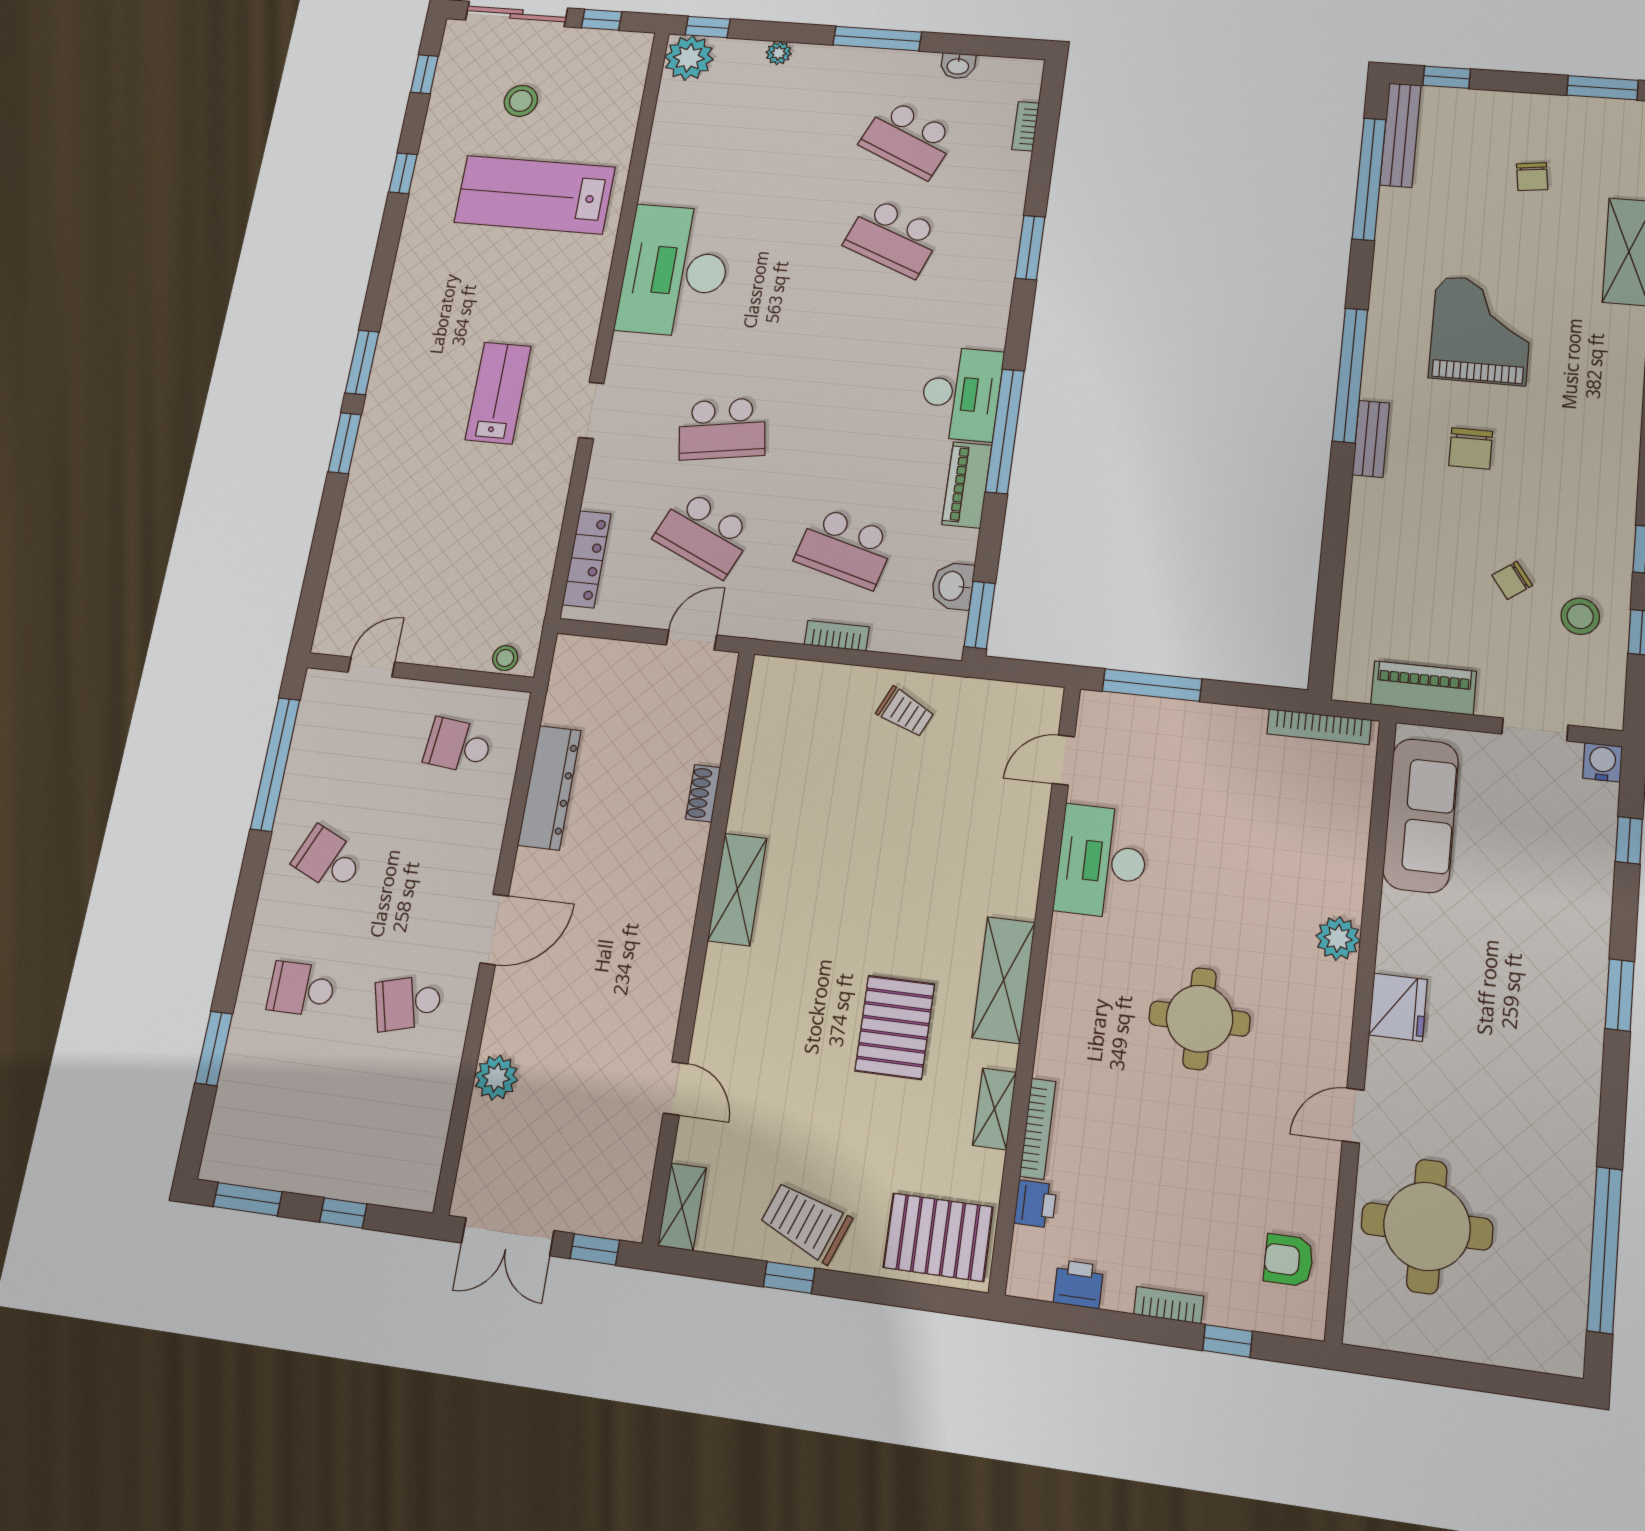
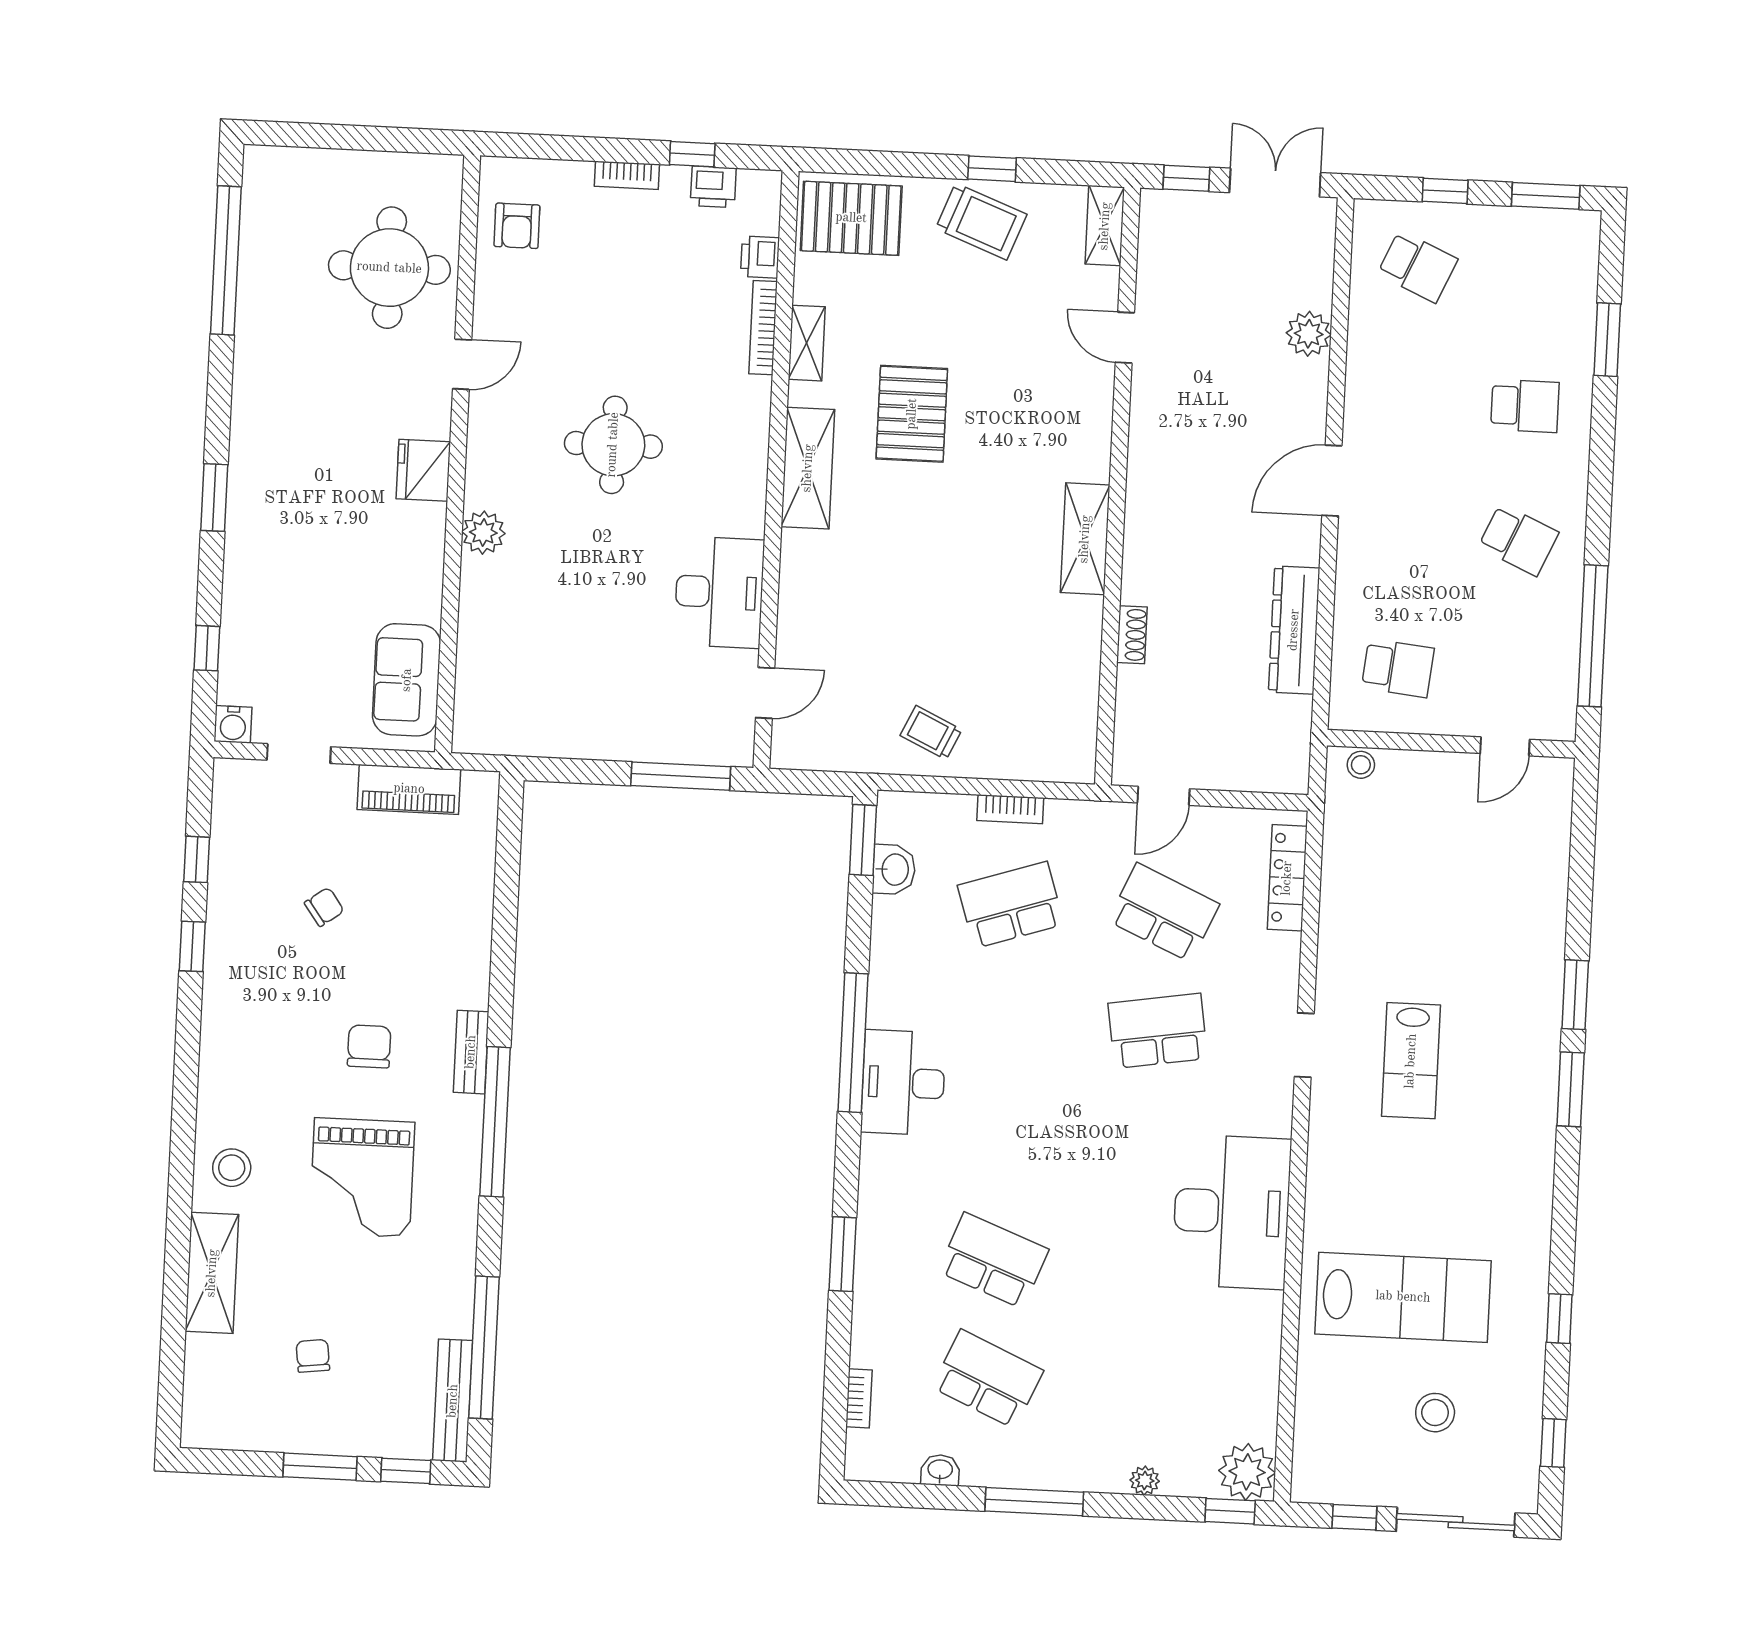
window: (1602, 88) -> (320, 1467), moved
piano: (967, 485) -> (888, 981), removed
school desk: (845, 548) -> (1011, 905), turned -33
stool: (1580, 616) -> (232, 1168), moved
bookcase: (1319, 727) -> (511, 743), removed
sofa: (1421, 815) -> (407, 680), width x0.73
school desk: (408, 1003) -> (1417, 267), moved, turned 39
armchair: (1289, 1260) -> (517, 226), turned 90
window: (1228, 1341) -> (692, 154), moved

